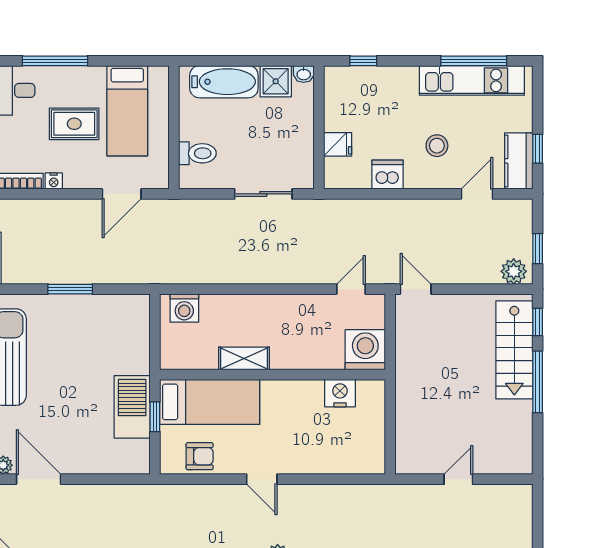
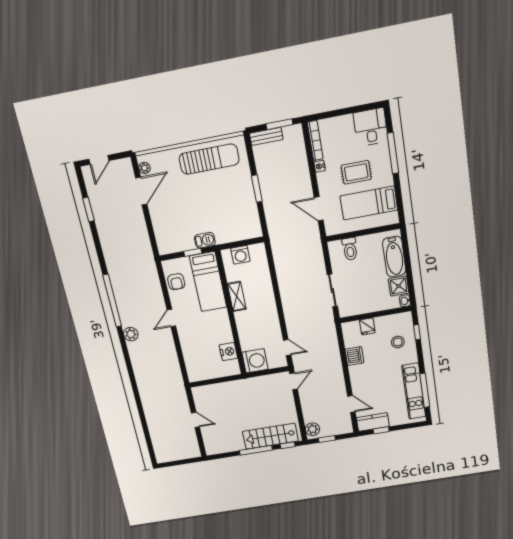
rug: (74, 124) -> (356, 172), turned 90
stool: (437, 146) -> (398, 342), moved
washing machine: (184, 308) -> (240, 255), moved, turned -90
barbecue: (132, 407) -> (205, 240), width x0.53, depth x0.65

